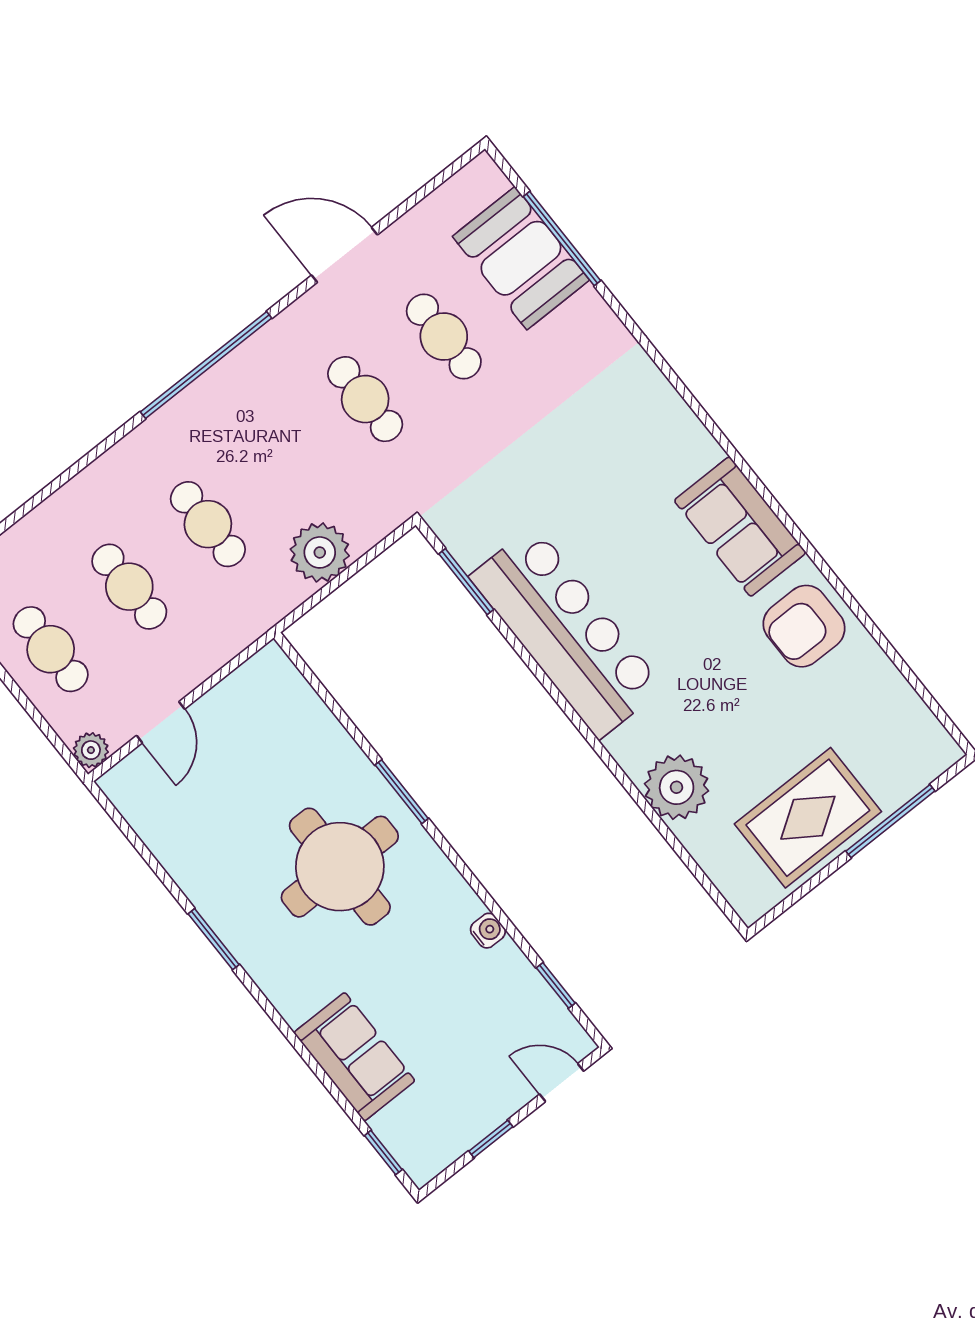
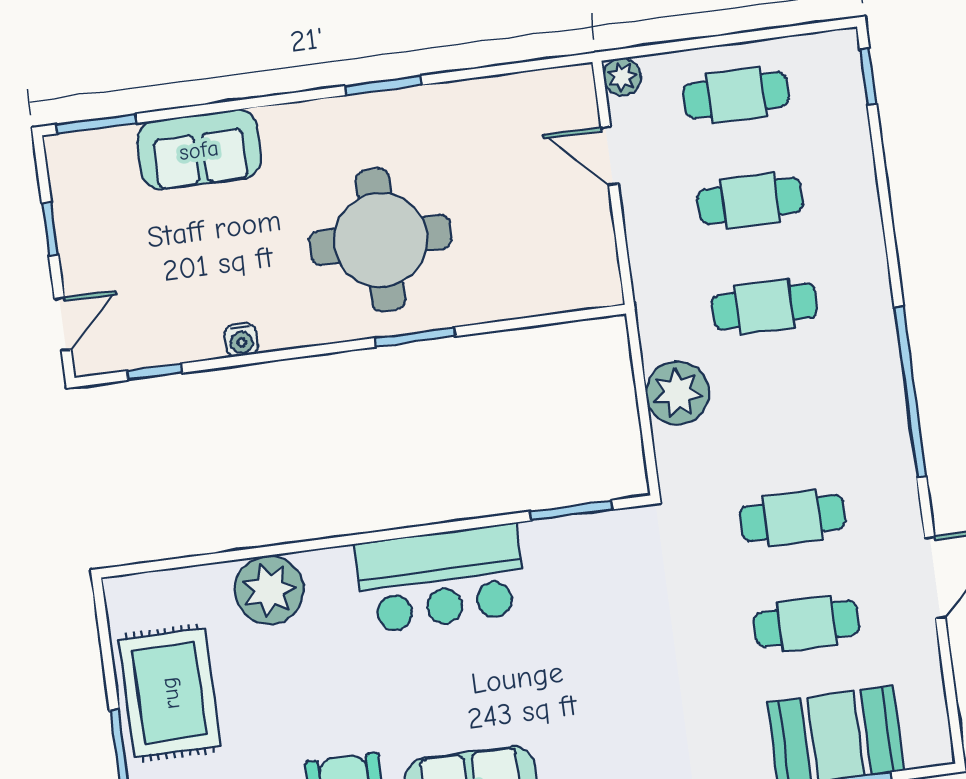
bar counter: (566, 632) -> (441, 578), width x0.73
window: (383, 1153) -> (96, 124), width x1.50

